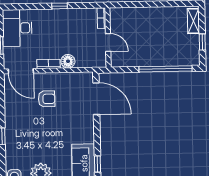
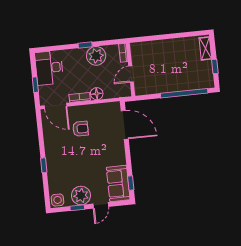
plant: (71, 19) -> (96, 56), added
door: (108, 42) -> (131, 74), swing flipped

